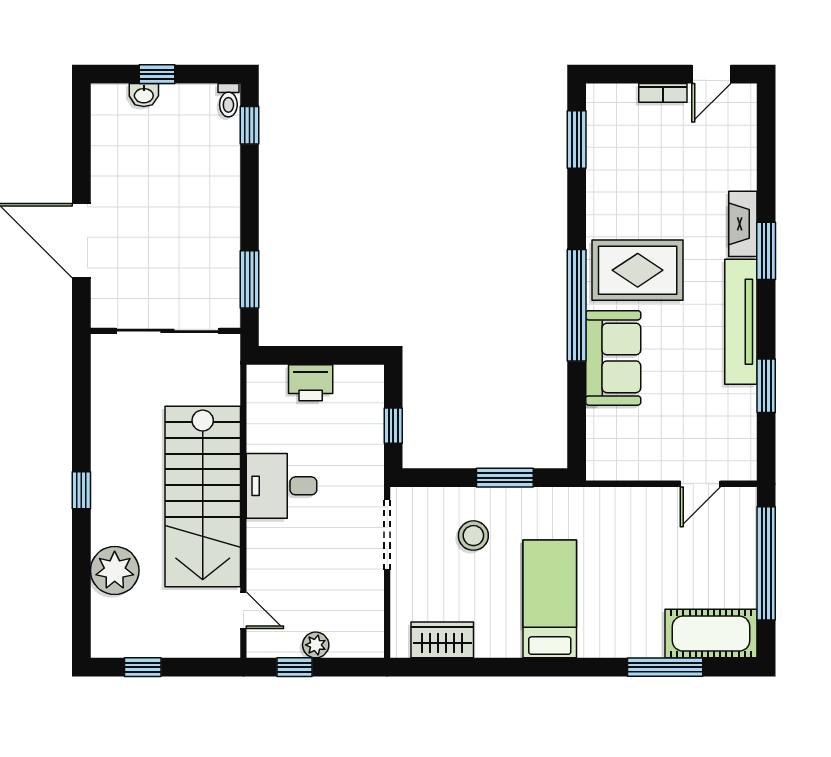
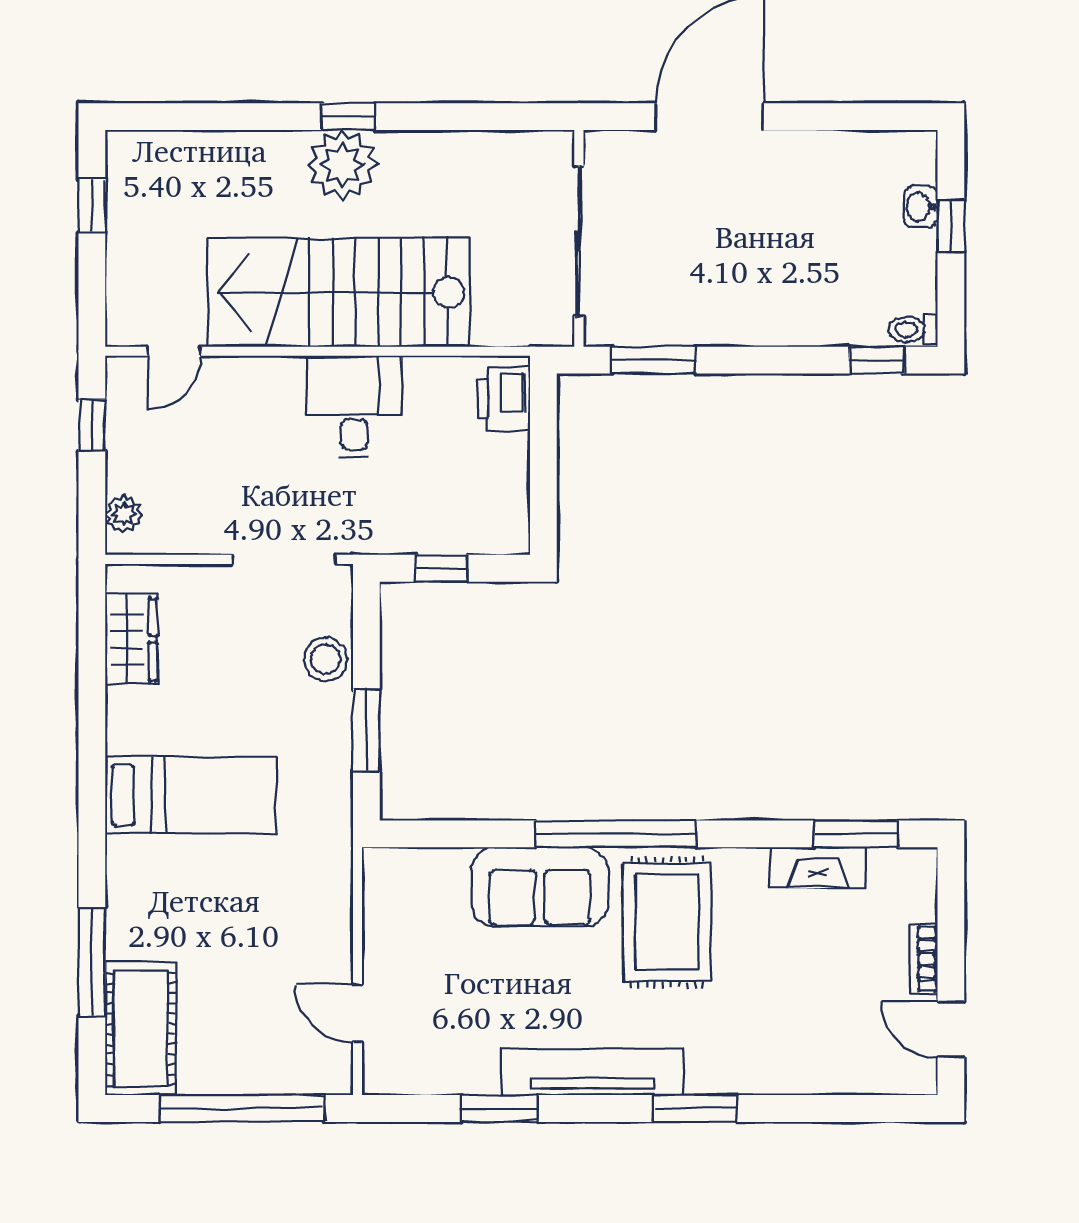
fireplace: (743, 224) -> (818, 868), moved, turned 180
printer: (311, 383) -> (504, 398), moved
stool: (473, 536) -> (326, 659), moved
plant: (115, 570) -> (342, 165), moved
plant: (316, 645) -> (124, 514), moved

